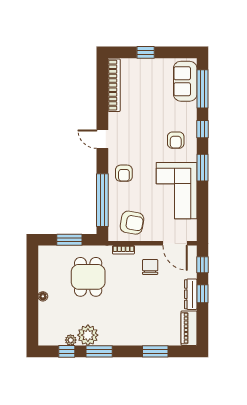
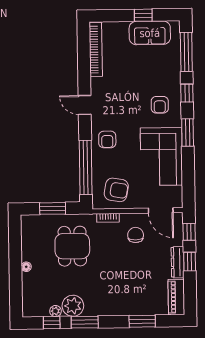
window: (146, 52) -> (143, 15), moved
sofa: (185, 81) -> (150, 33), moved, turned -90

